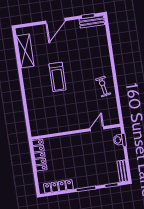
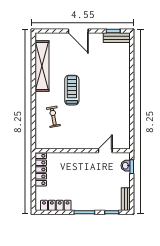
door: (55, 21) -> (78, 31), hinge flipped
shelving: (25, 51) -> (42, 66), width x1.47
treadmill: (57, 77) -> (72, 90), turned 180
exercise bike: (103, 87) -> (53, 117), moved

